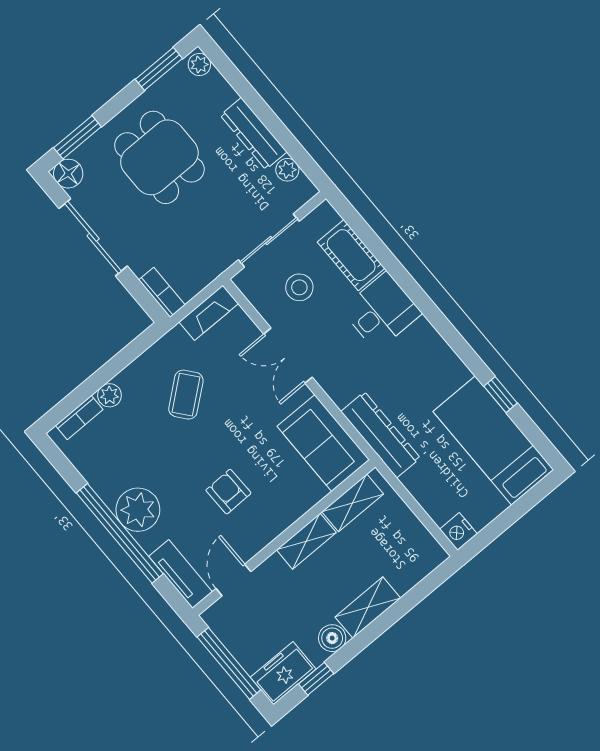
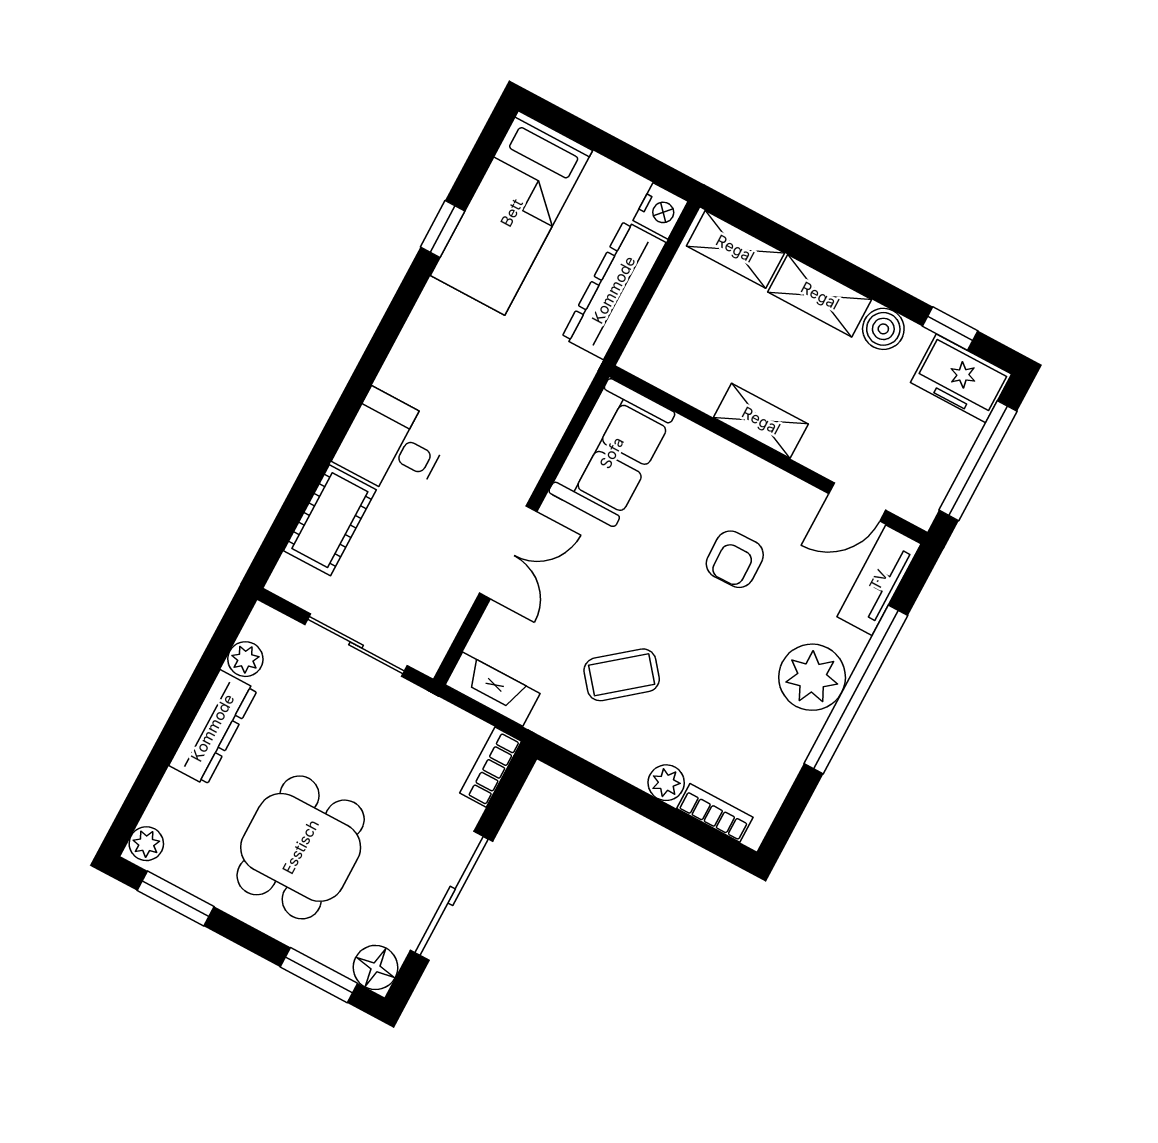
stool: (299, 287) -> (405, 575), removed
dresser: (381, 435) -> (614, 290), moved
shelving: (353, 503) -> (735, 249), moved

